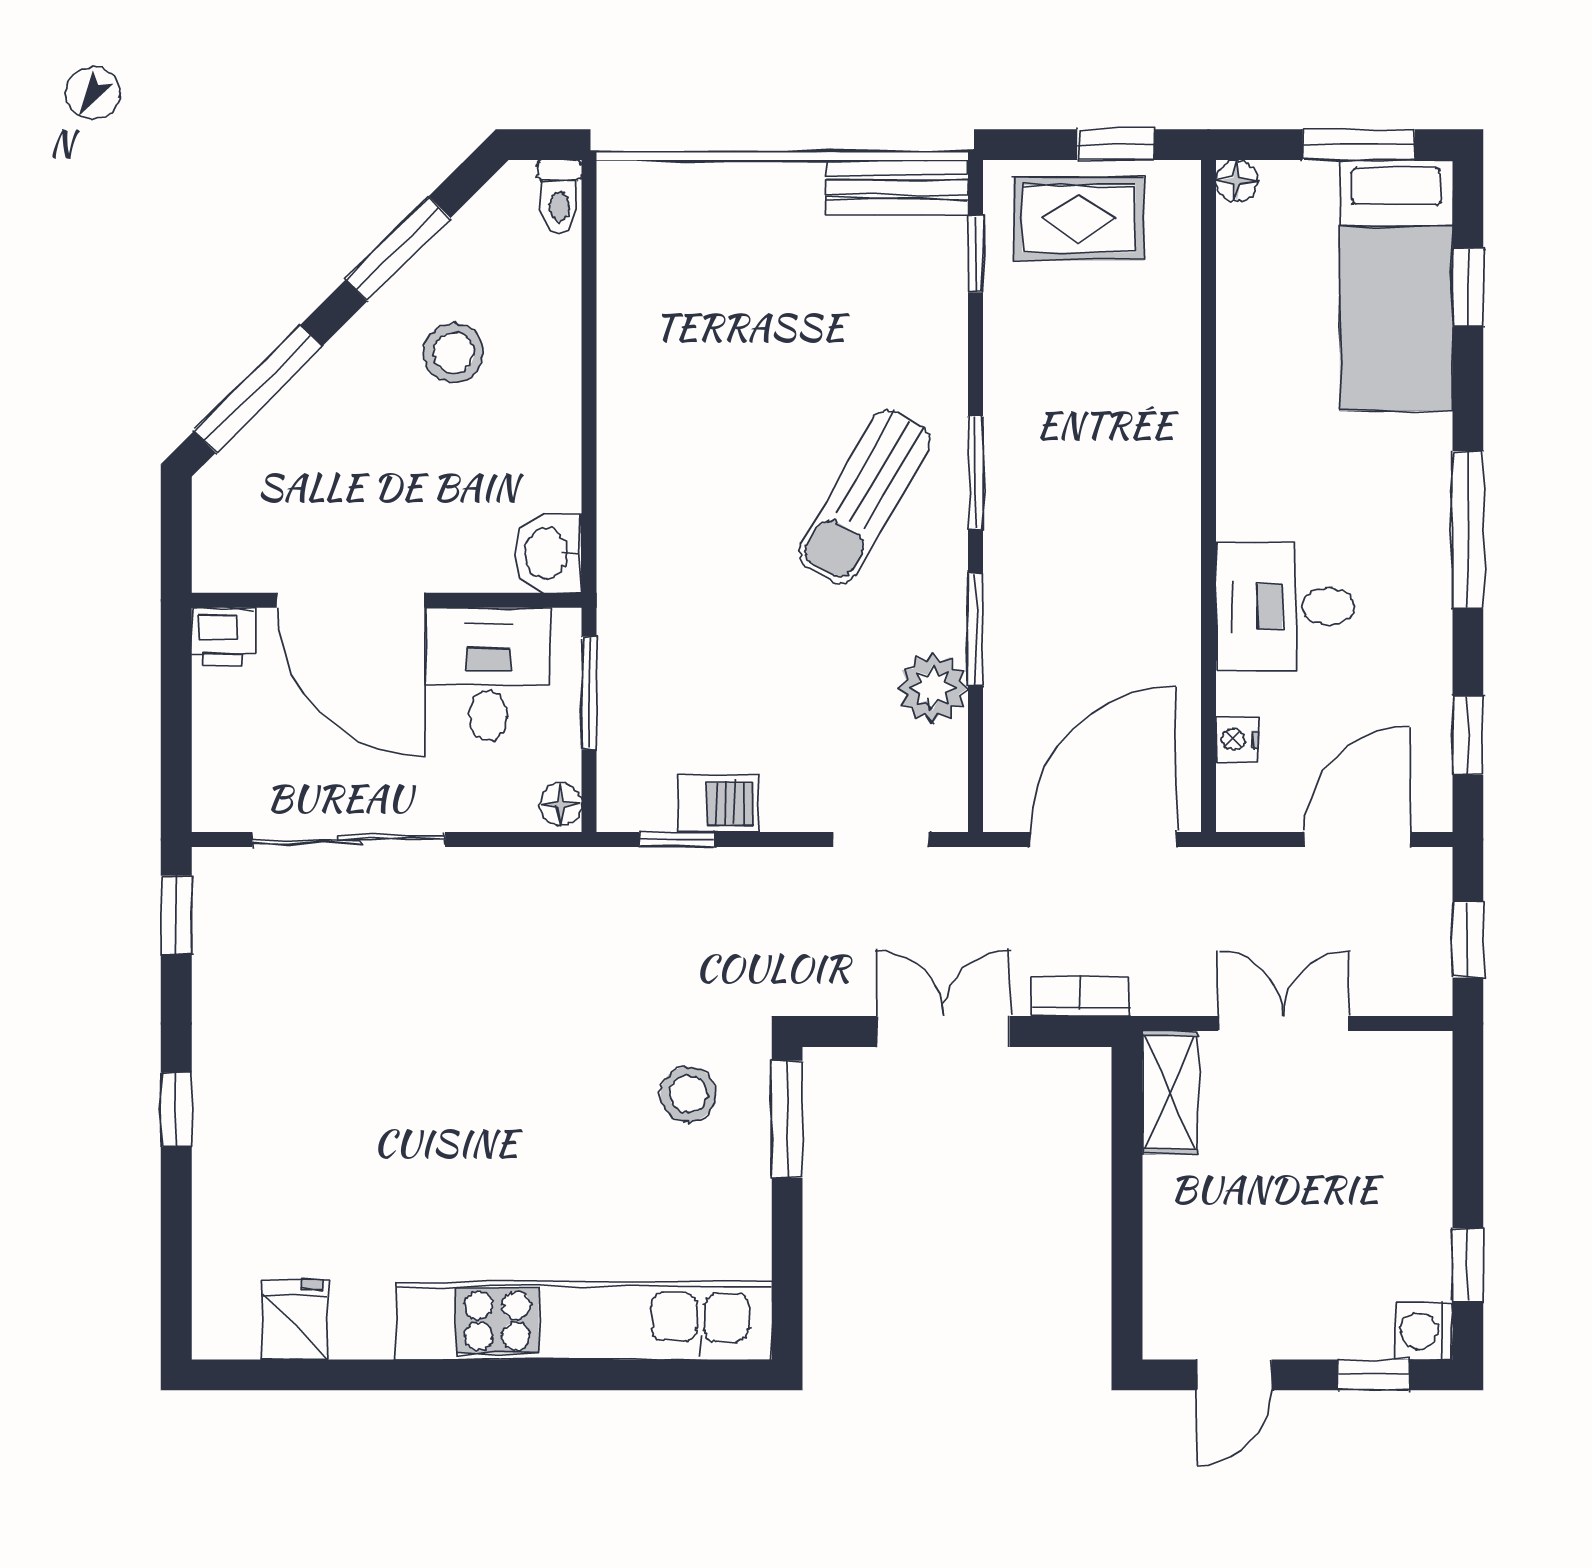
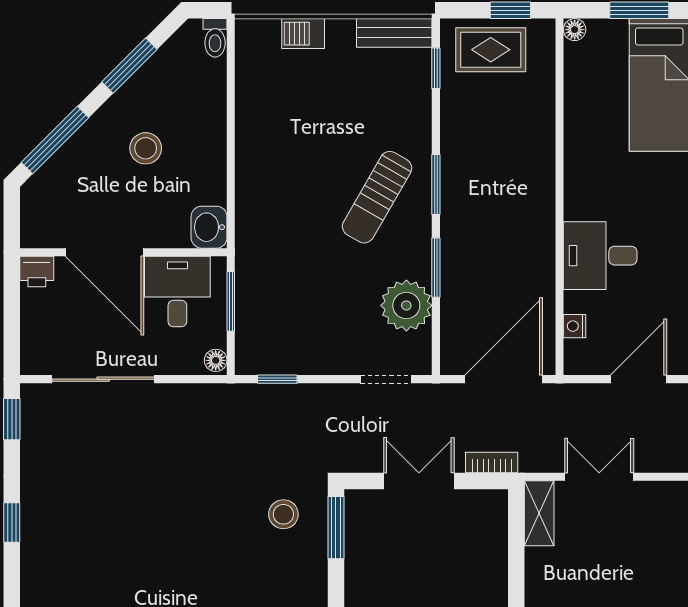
stool: (454, 353) -> (146, 148), moved
plant: (933, 688) -> (406, 305), width x1.36, depth x1.36
barbecue: (718, 804) -> (303, 34), moved, turned 180

